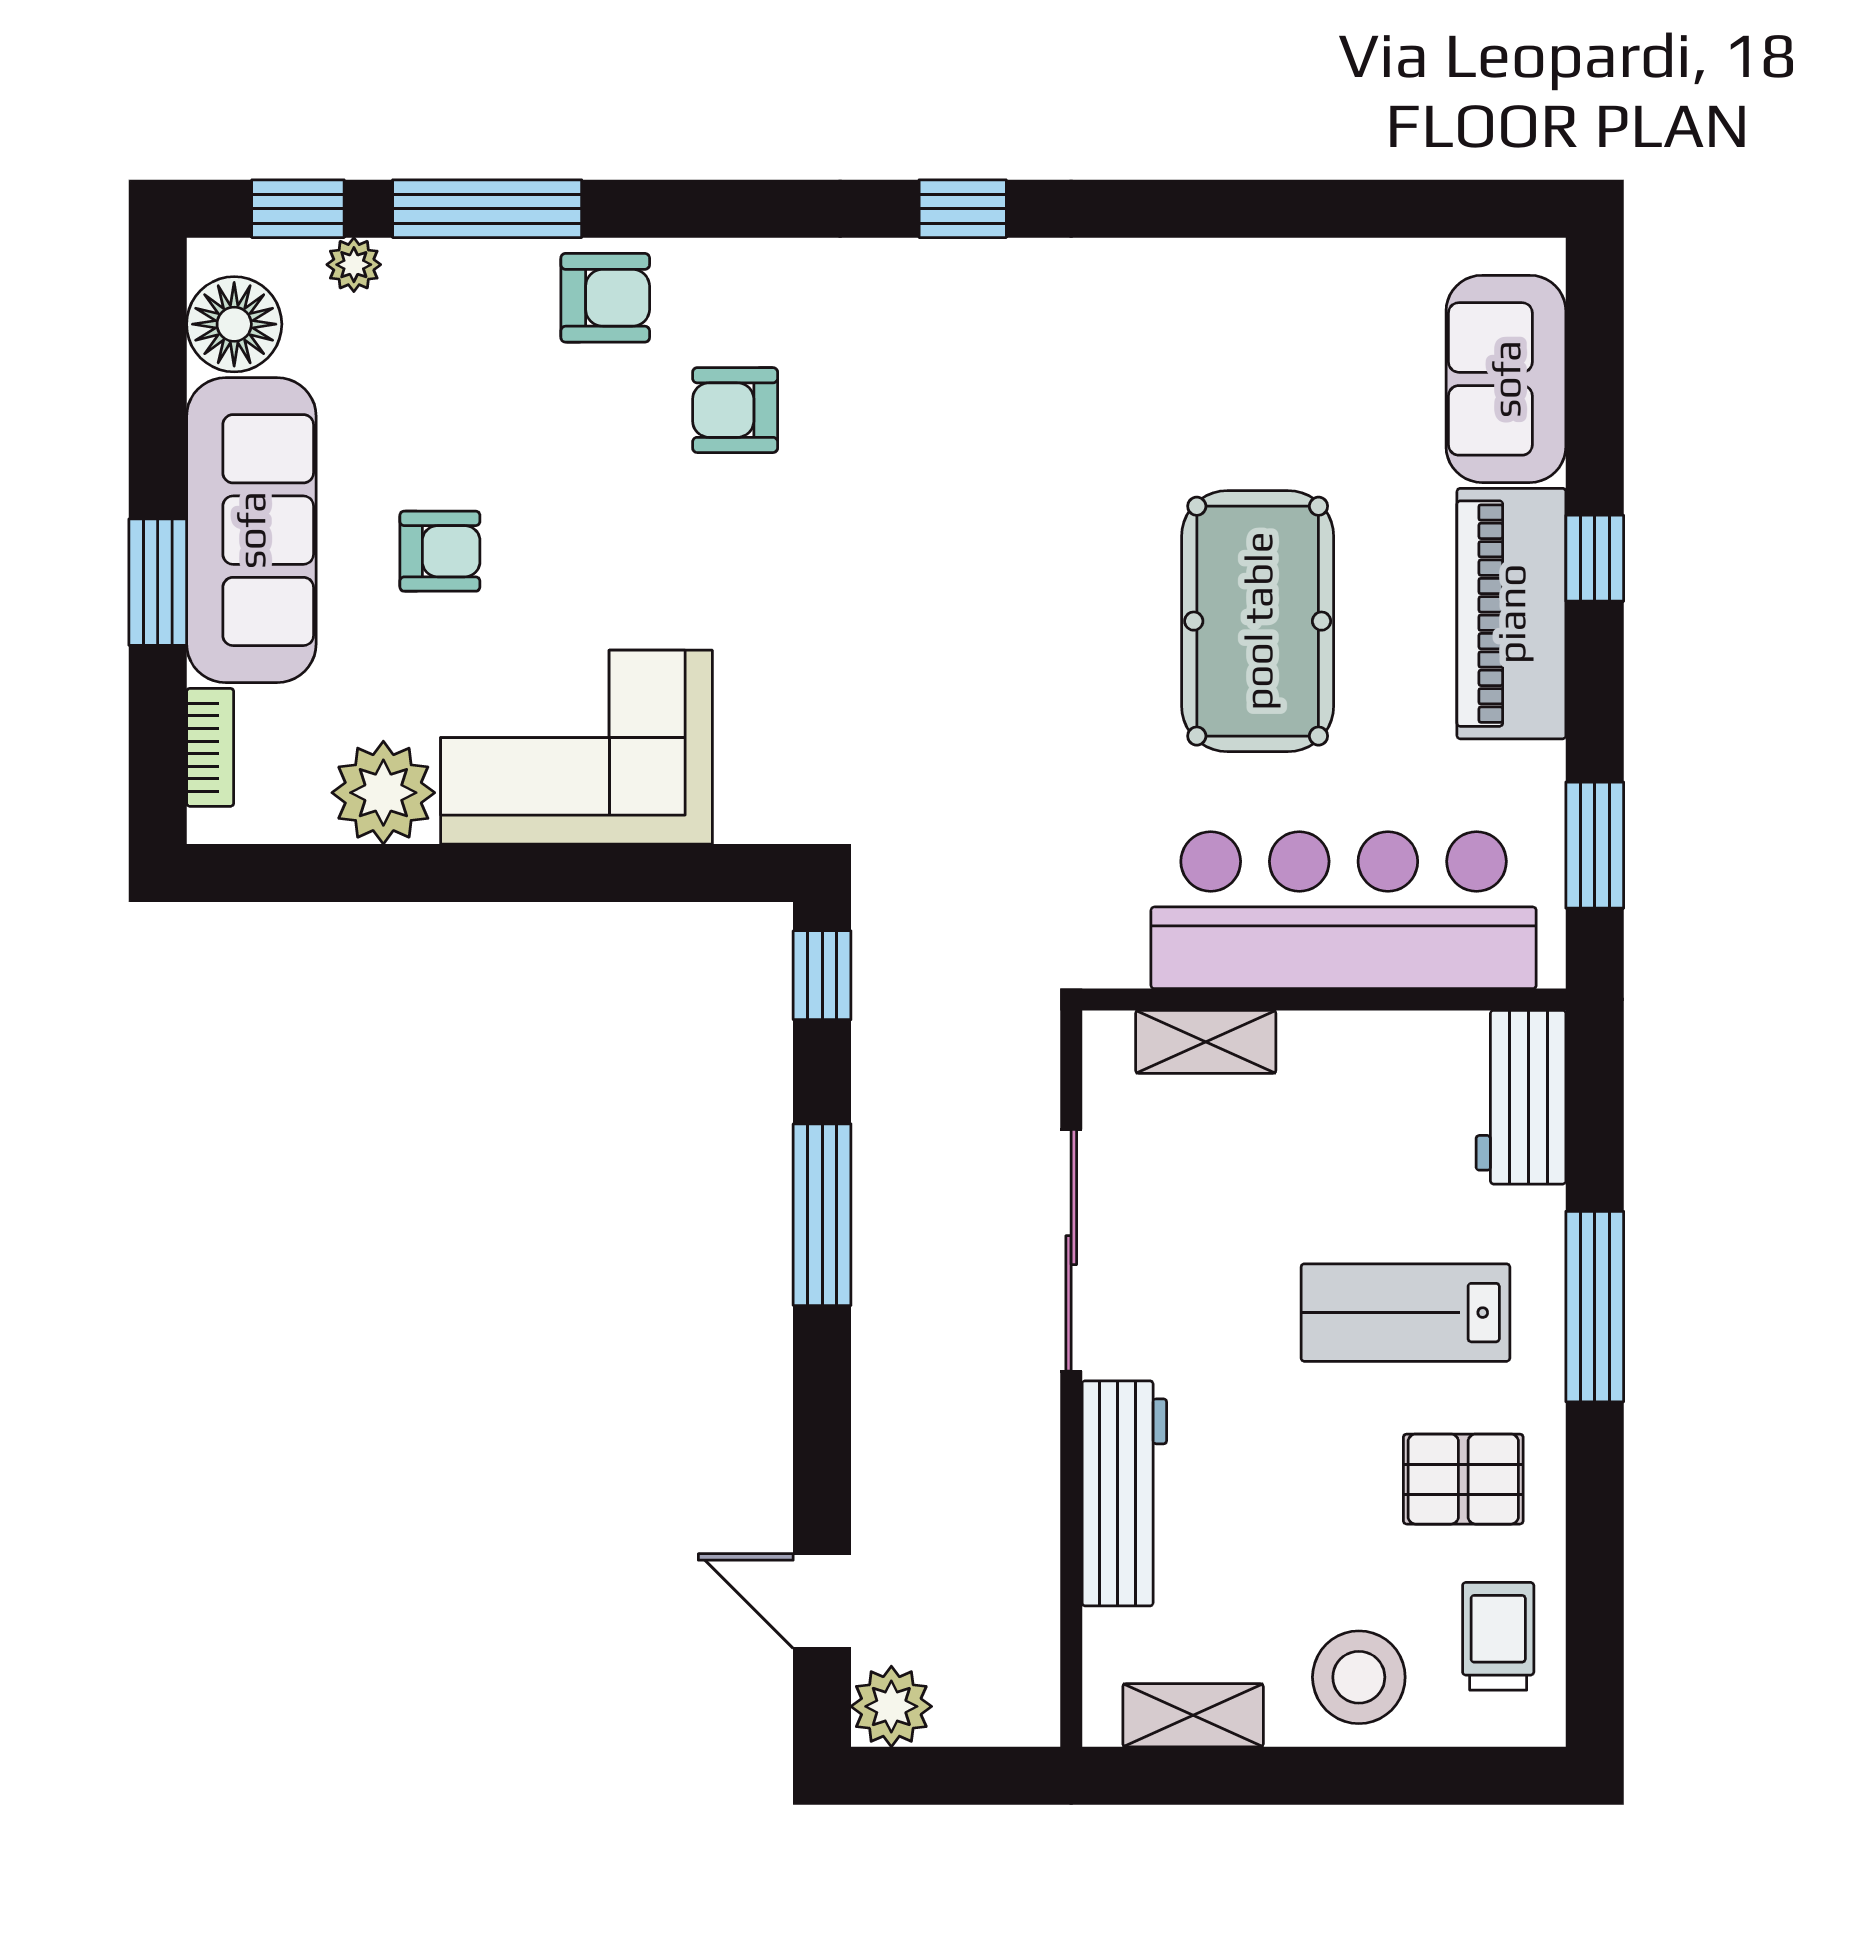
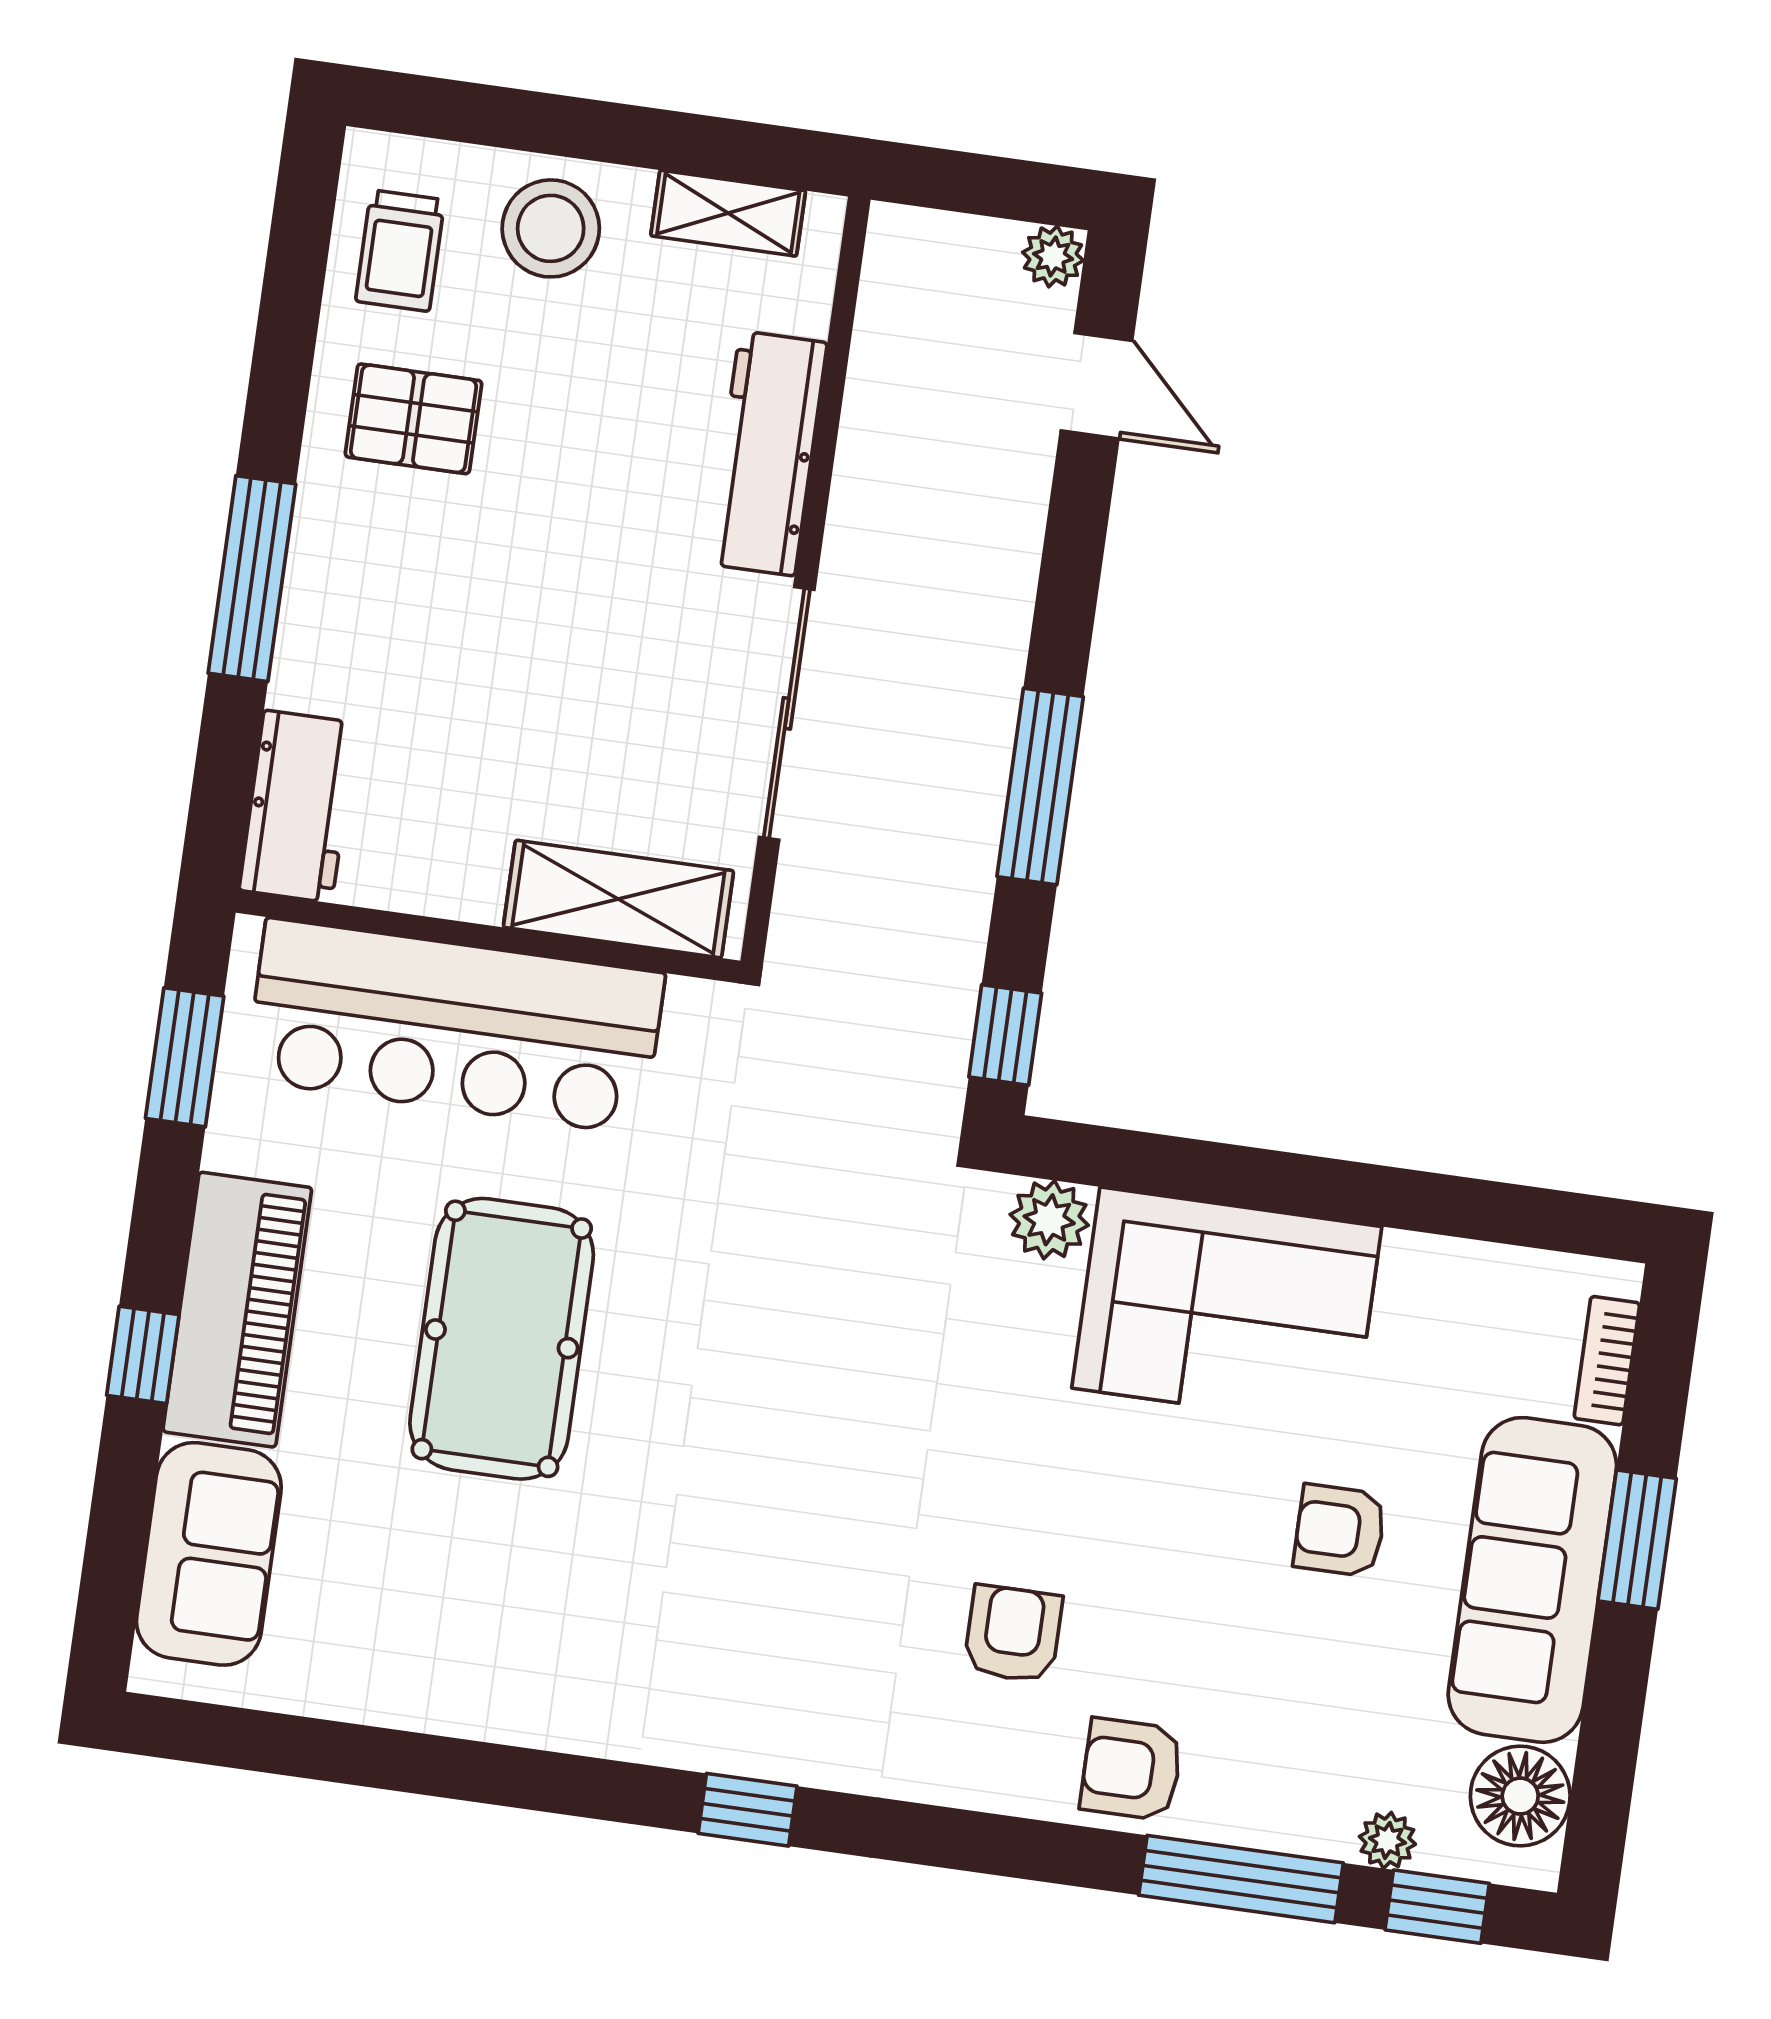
armchair: (735, 410) -> (1013, 1634), turned -90
plant: (383, 793) -> (1049, 1220), moved, width x0.73, depth x0.73
shelving: (1206, 1042) -> (618, 899), width x1.50, depth x1.33
lab bench: (1405, 1313) -> (449, 600), removed
plant: (891, 1706) -> (1053, 256), width x0.73, depth x0.73

